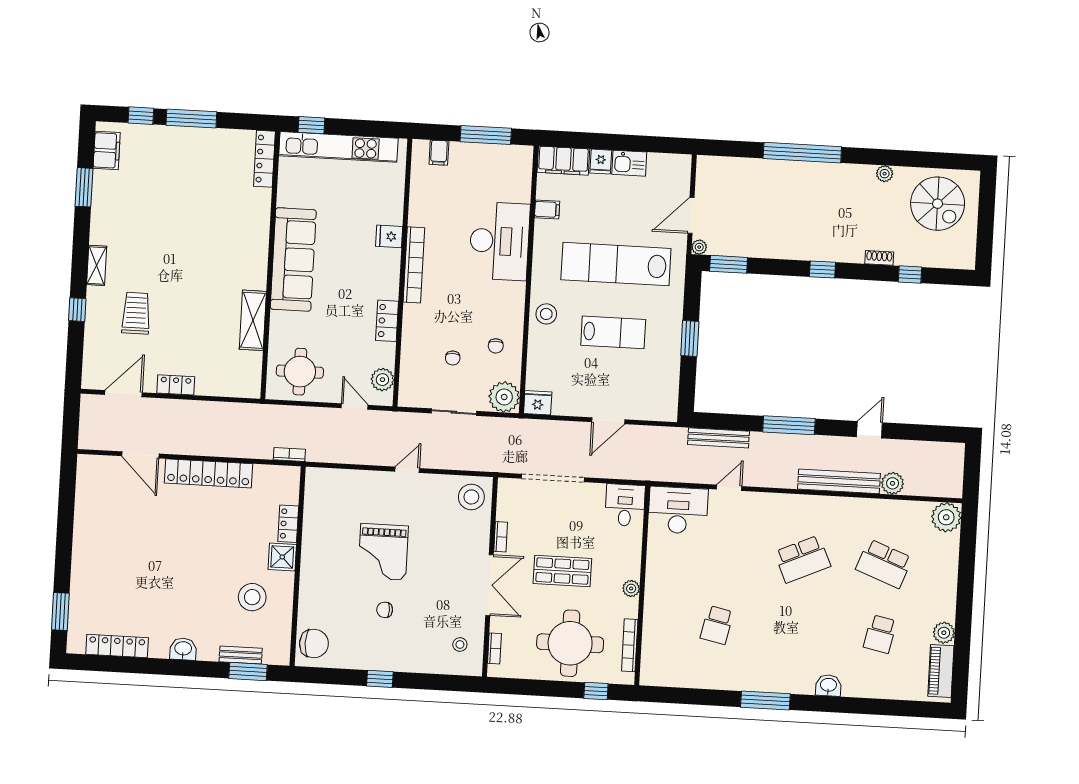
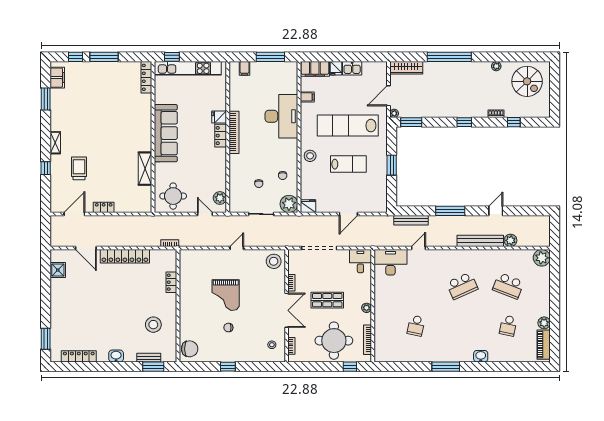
wardrobe: (725, 168) -> (406, 68), added
locker: (387, 321) -> (221, 136), moved
shower: (282, 557) -> (58, 270), moved

